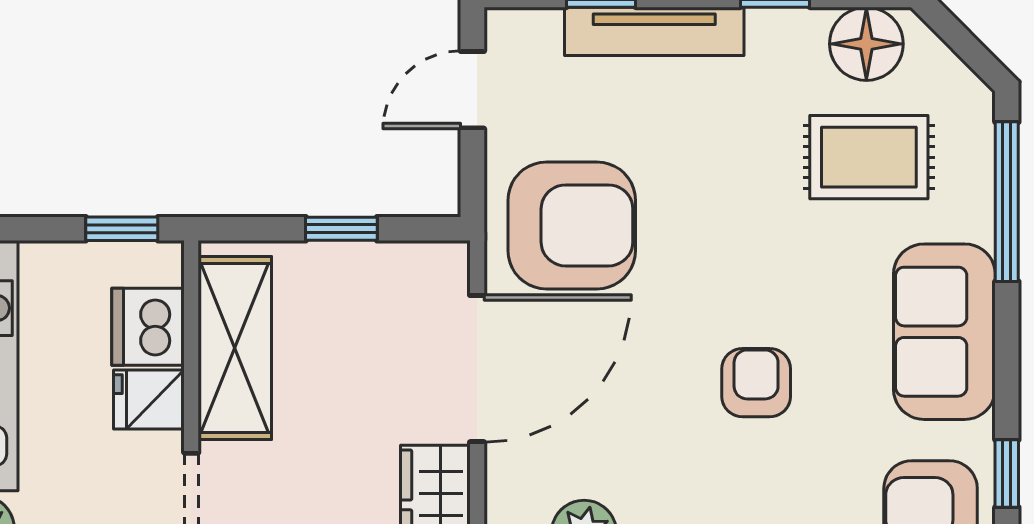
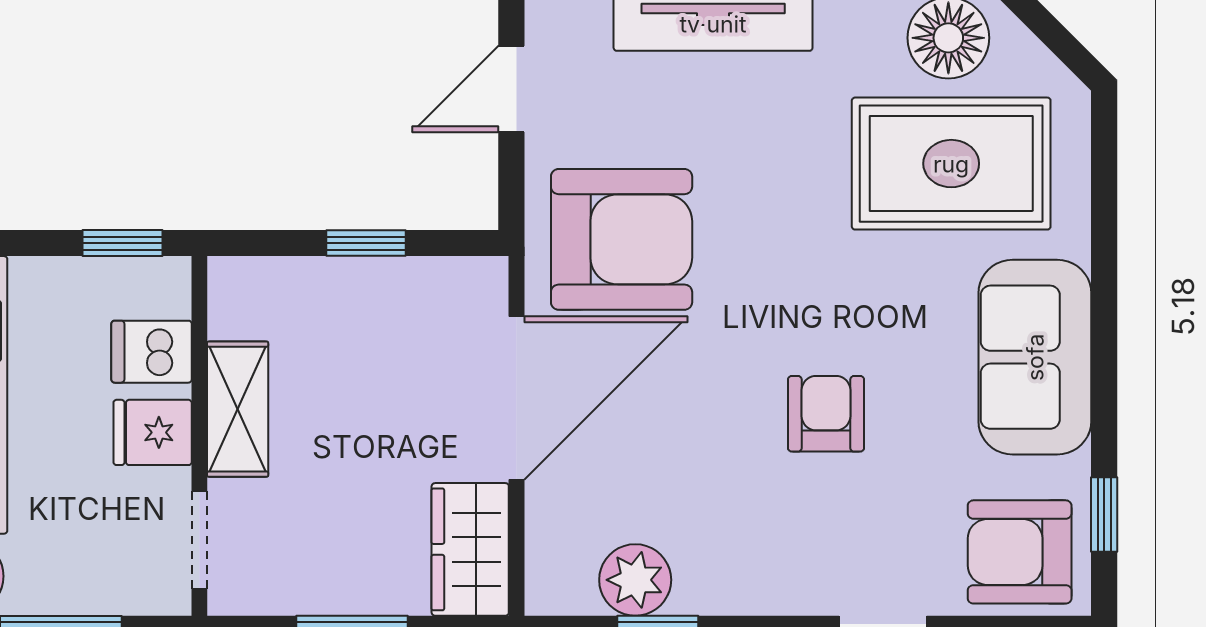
rug: (869, 157) -> (951, 164), width x1.36, depth x1.43
window: (1007, 202) -> (1104, 213), removed
dishwasher: (148, 327) -> (152, 352), width x0.73
shelving: (235, 348) -> (238, 409), width x0.67, depth x0.75

